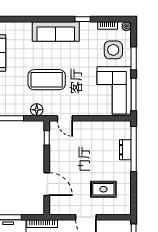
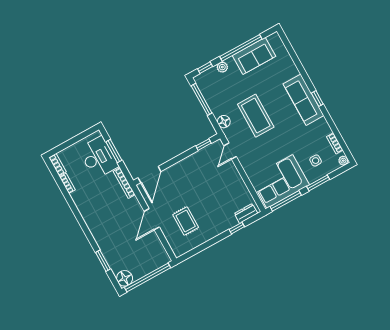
window: (83, 19) -> (317, 99), moved
side table: (113, 50) -> (316, 161), width x0.54, depth x0.54
window: (134, 149) -> (237, 228), width x0.32
dresser: (125, 150) -> (246, 213), moved
door: (47, 184) -> (149, 175), moved

